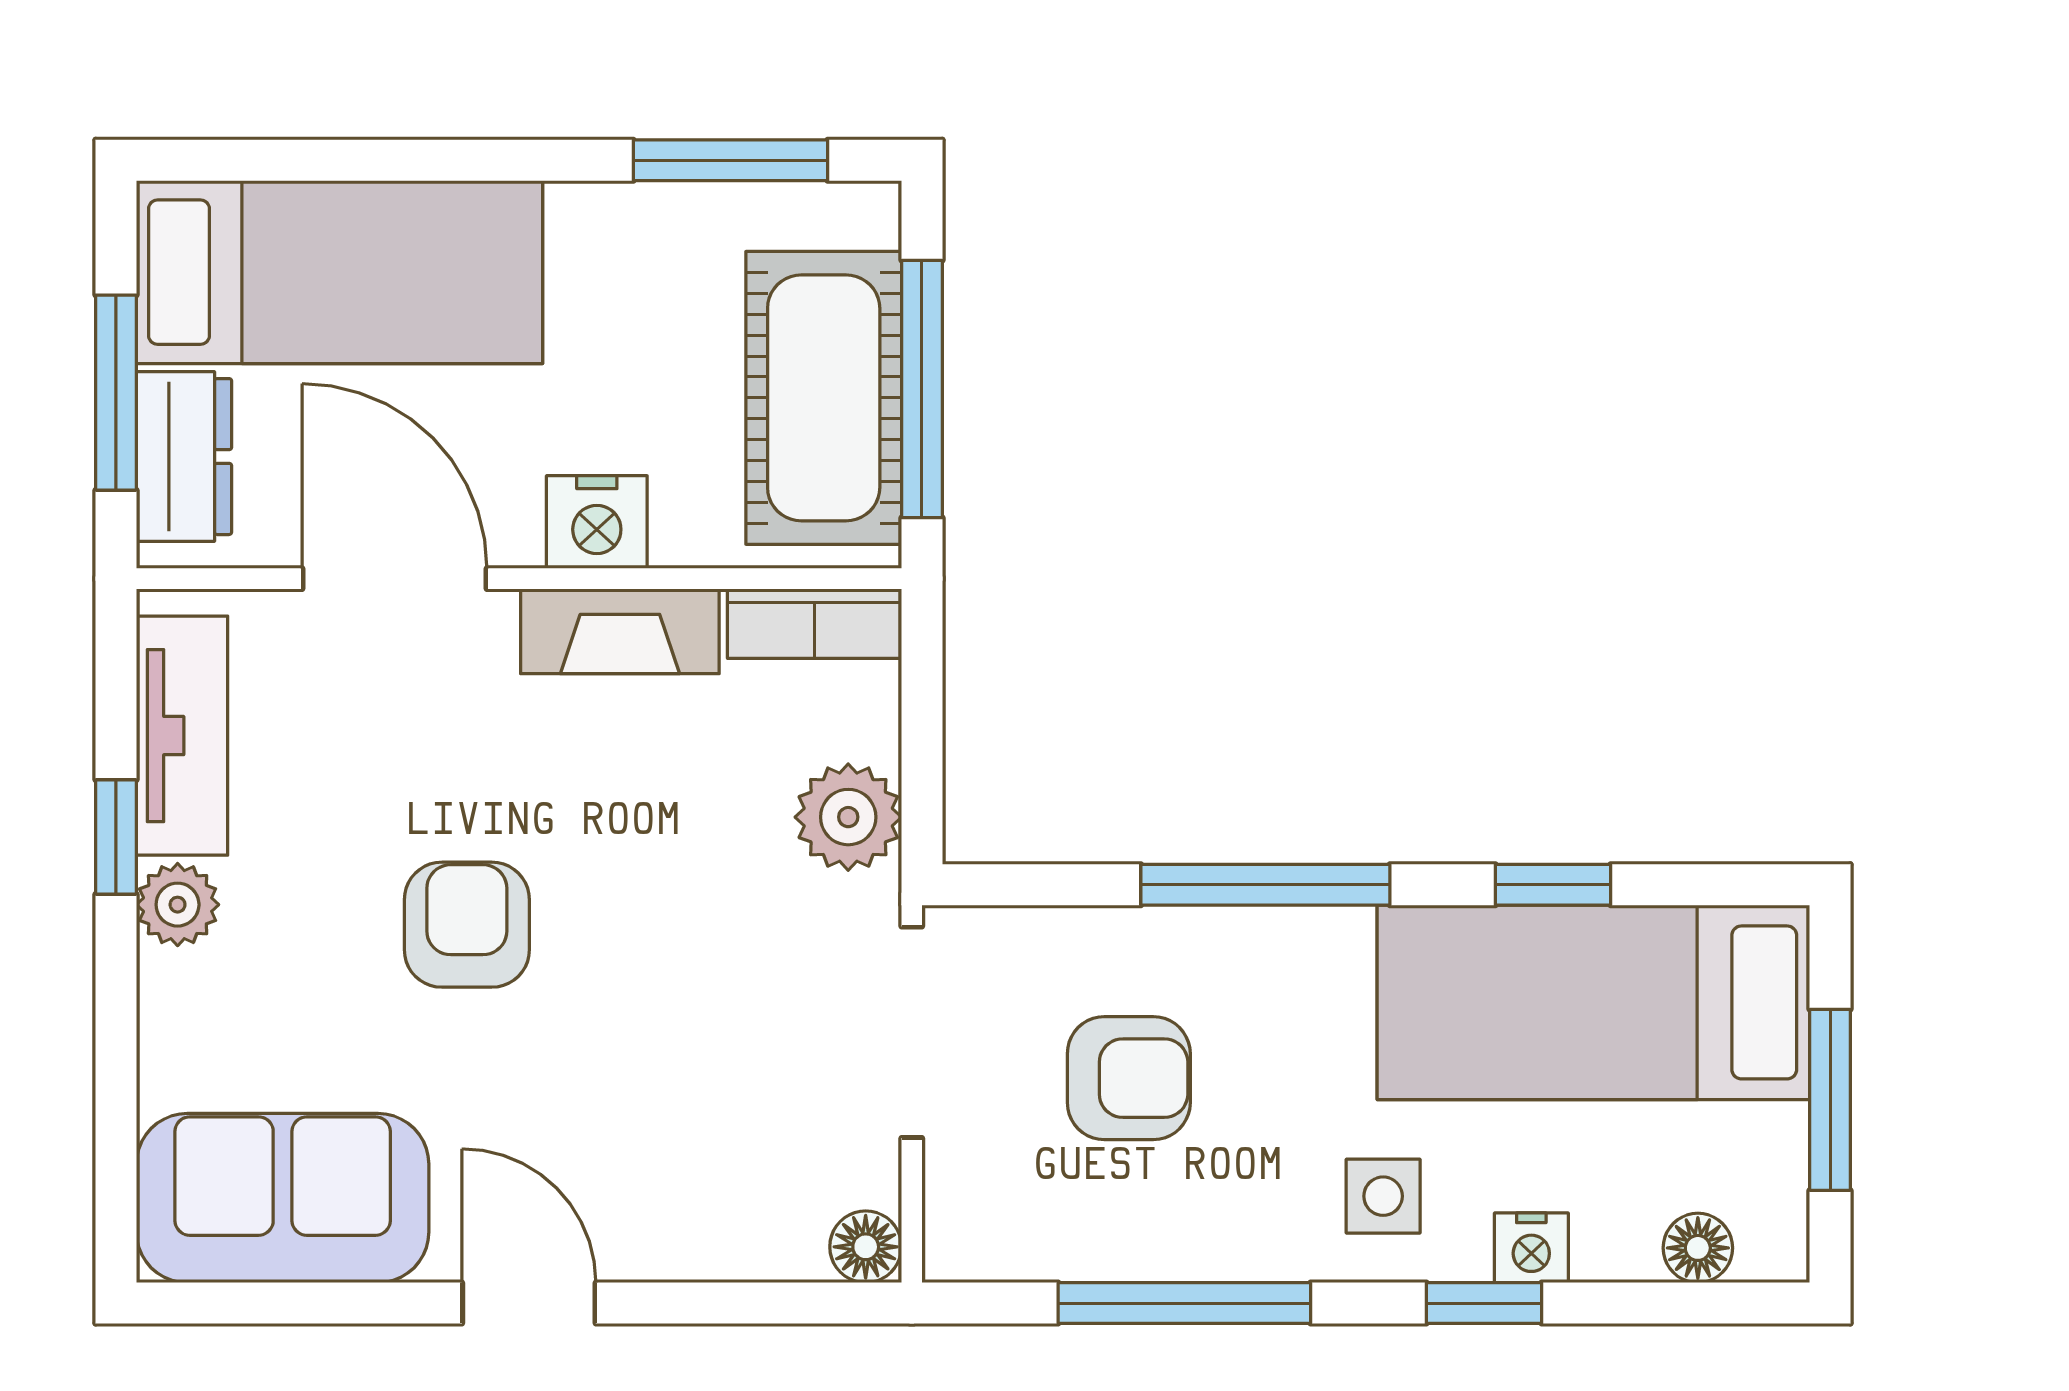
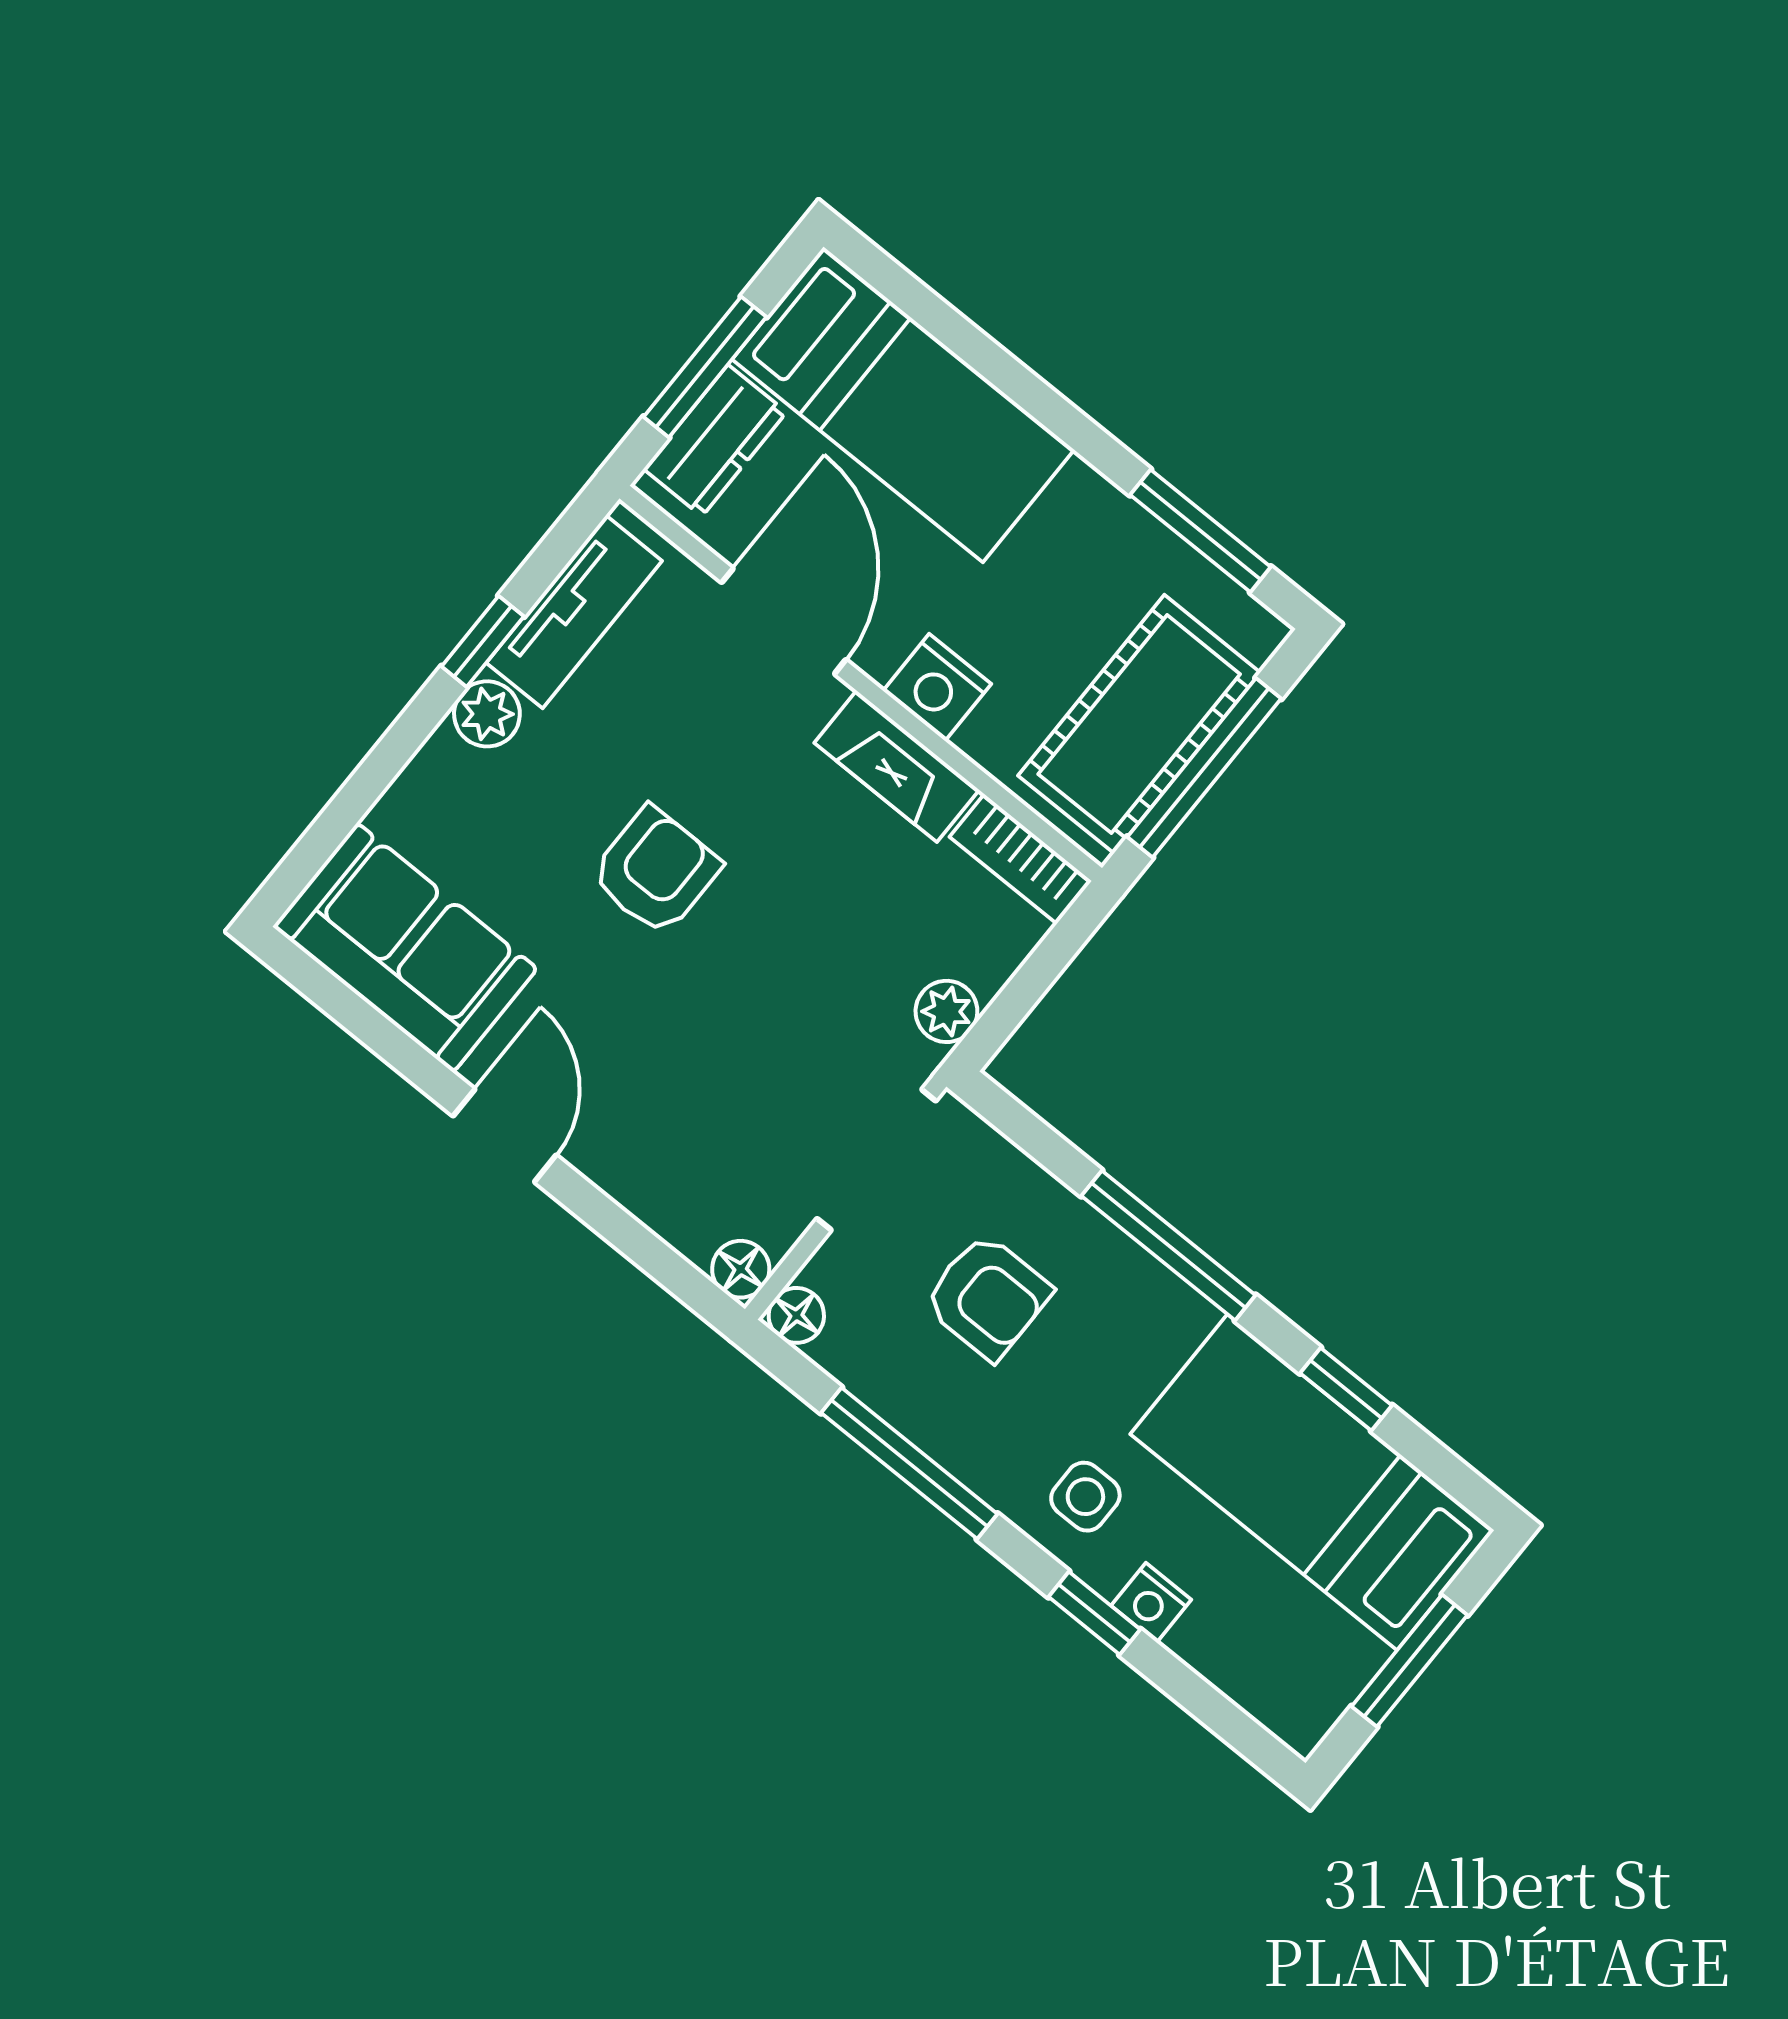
plant: (848, 817) -> (946, 1011), width x0.73, depth x0.73
floor lamp: (1698, 1248) -> (796, 1315), moved

